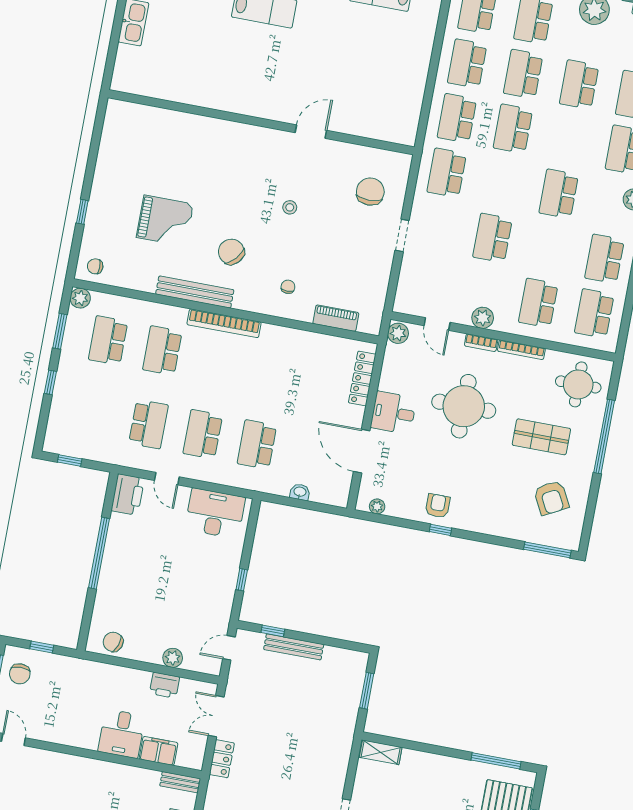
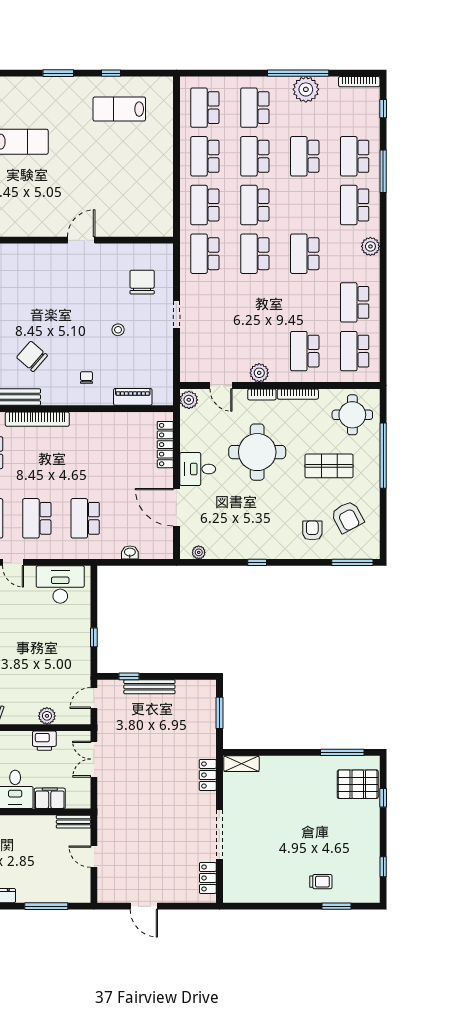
stool: (290, 207) -> (118, 330), moved
school desk: (492, 238) -> (255, 254), moved
armchair: (438, 506) -> (312, 530), moved
locker: (222, 759) -> (208, 775), moved, turned 180

